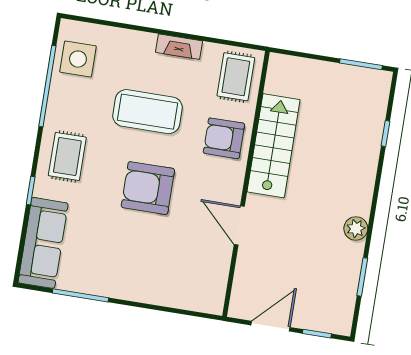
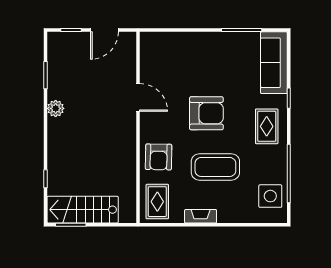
armchair: (224, 138) -> (159, 157), turned 91
stairs: (274, 146) -> (83, 210), moved, turned 90

